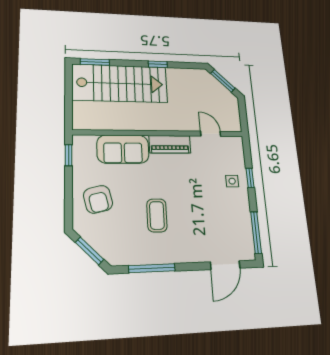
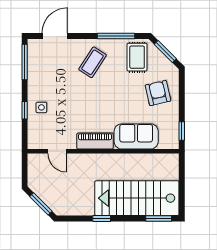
coffee table: (157, 215) -> (93, 62), moved, turned 33
rug: (125, 243) -> (137, 57), added

